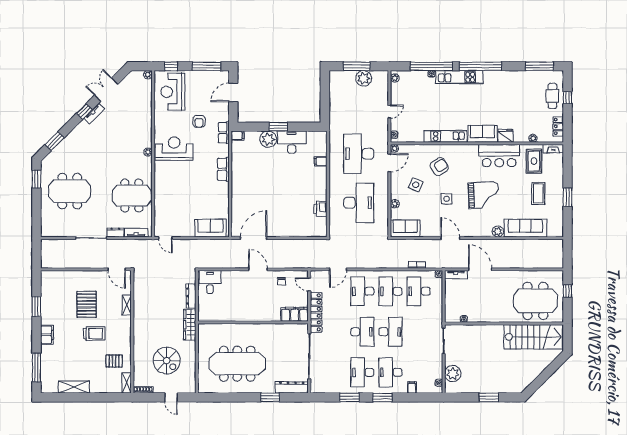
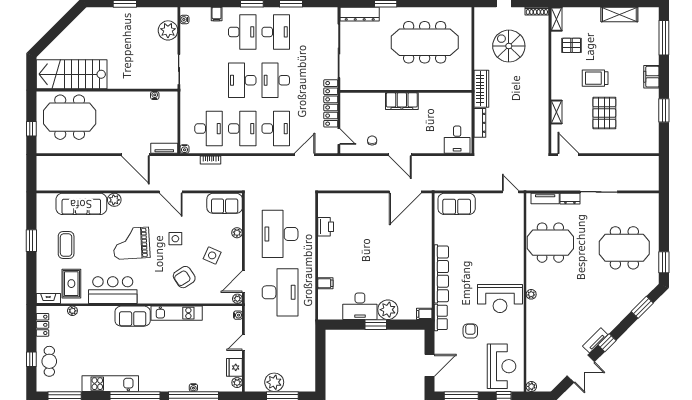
kitchen unit: (459, 77) -> (110, 384), moved
fridge: (506, 136) -> (234, 367), moved, turned 90
row of seats: (223, 169) -> (441, 274), width x2.02
filing cabinet: (295, 314) -> (402, 101), moved

